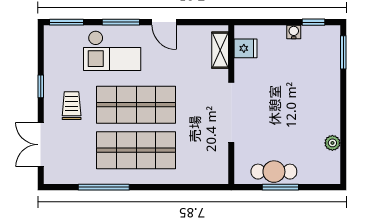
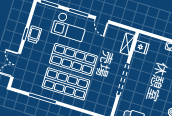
trolley: (72, 106) -> (34, 35), moved

